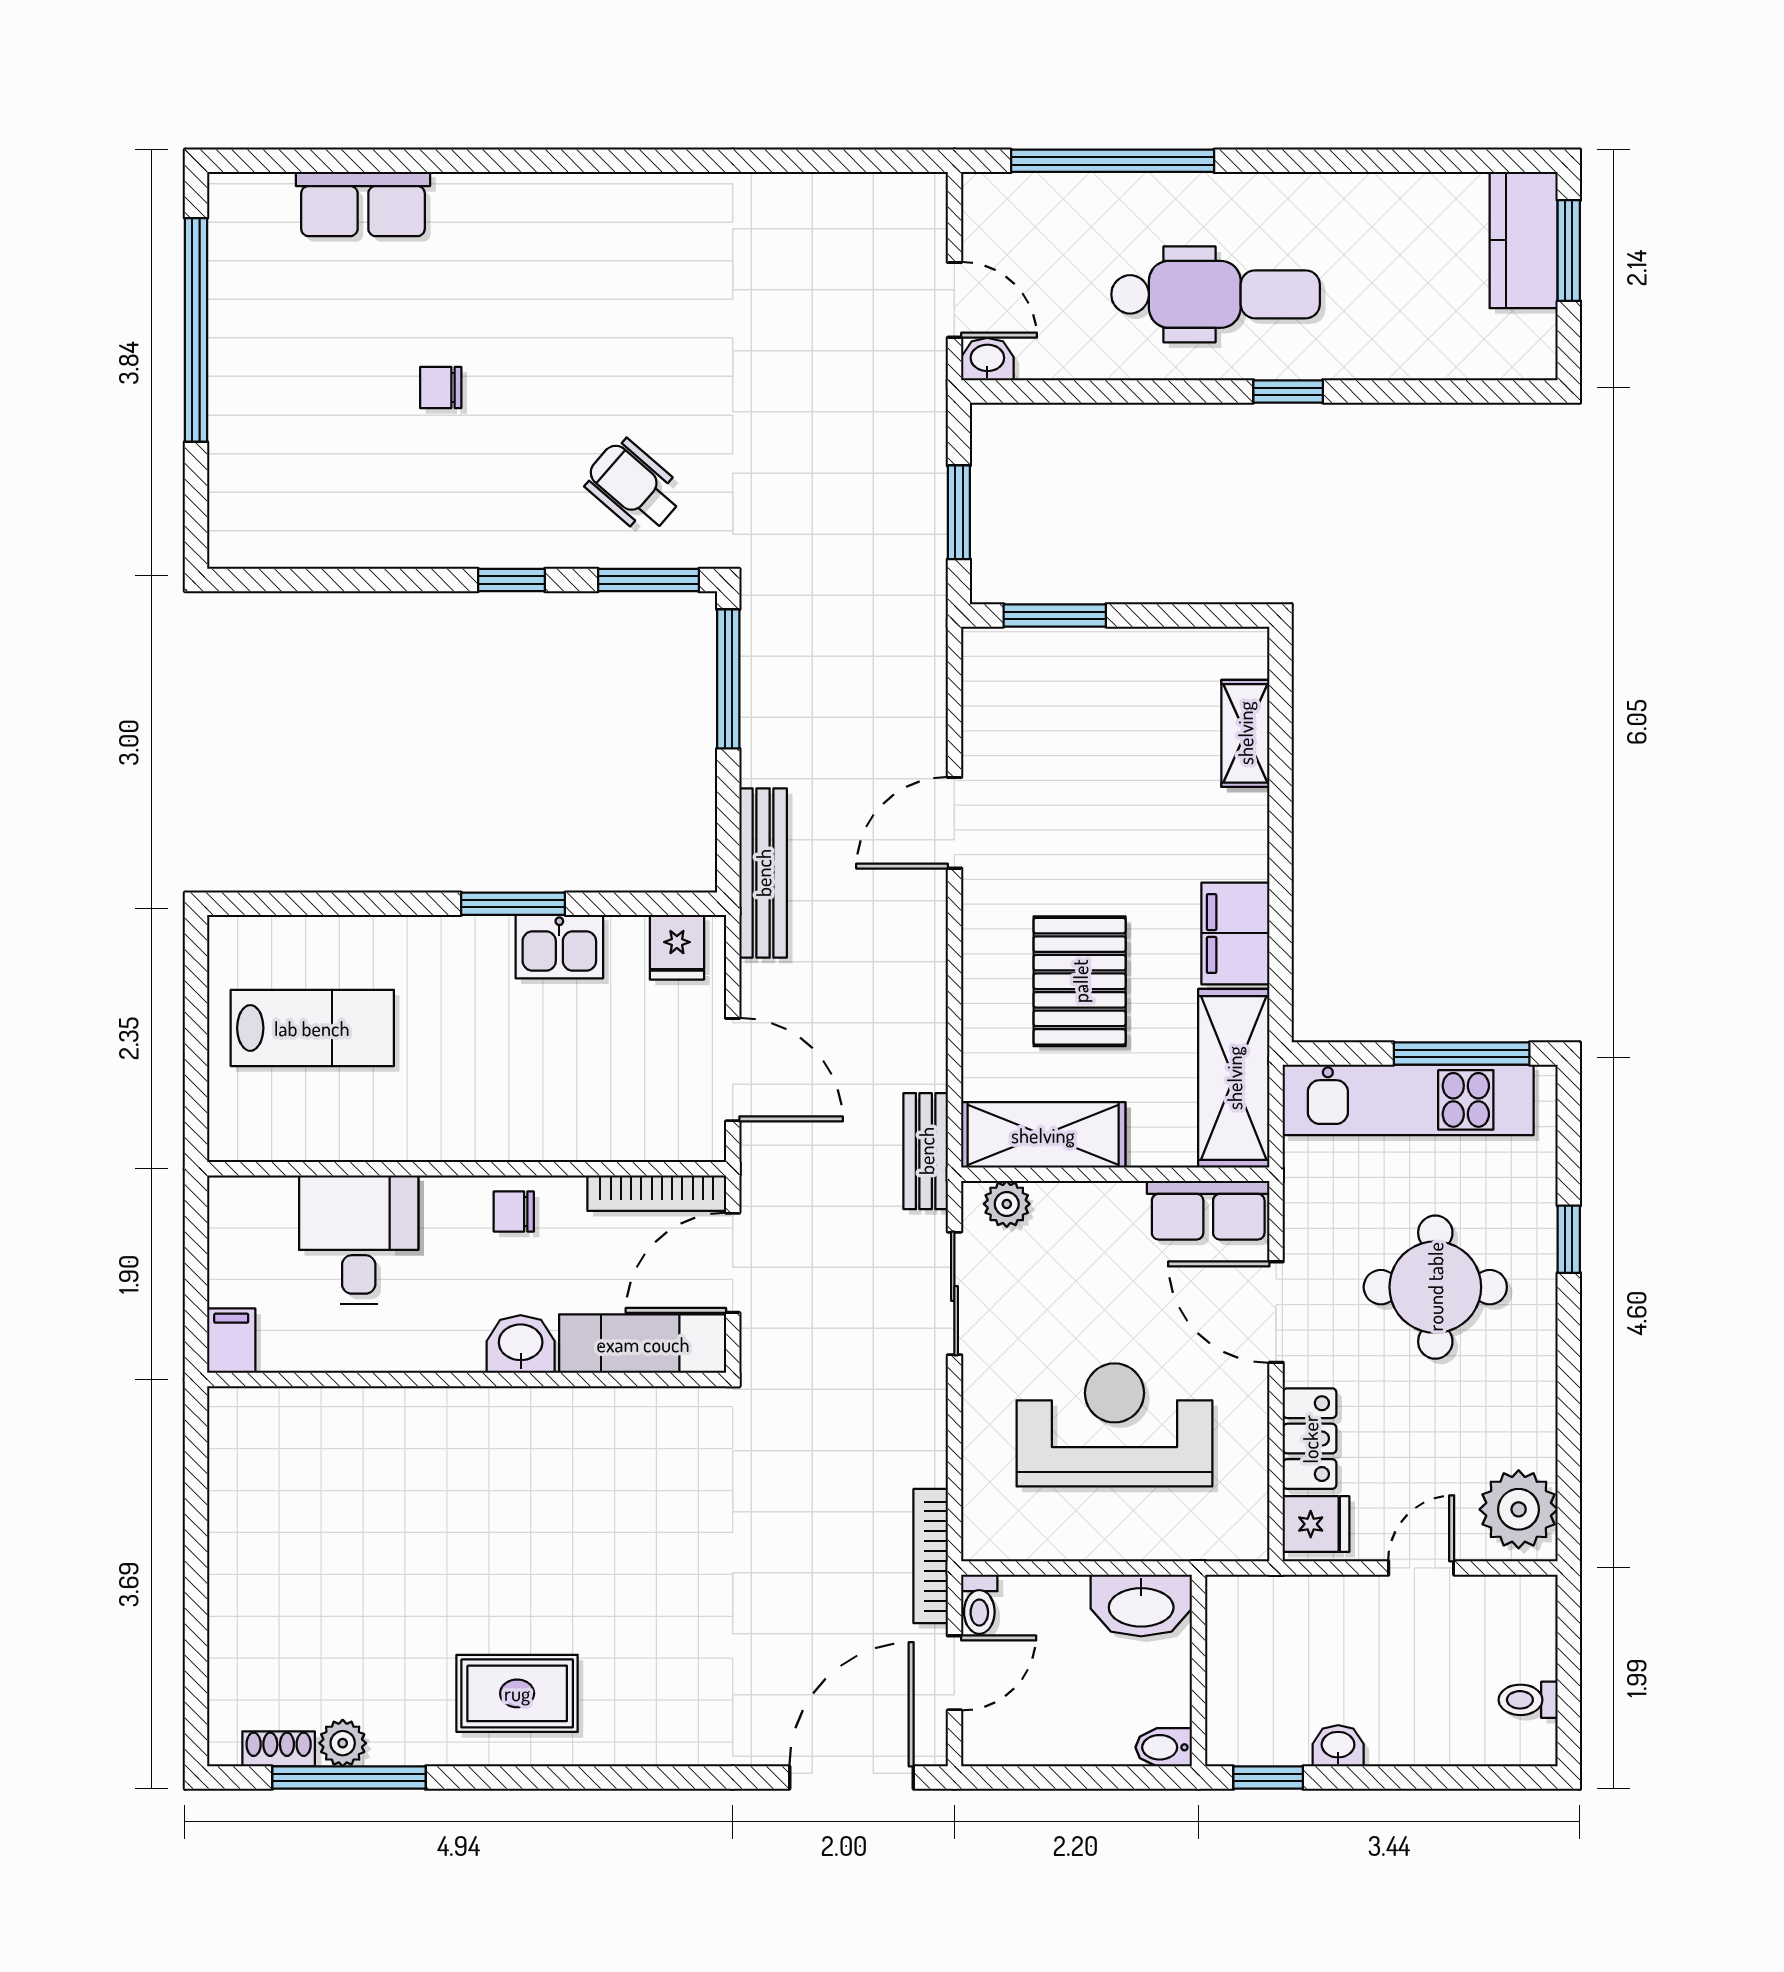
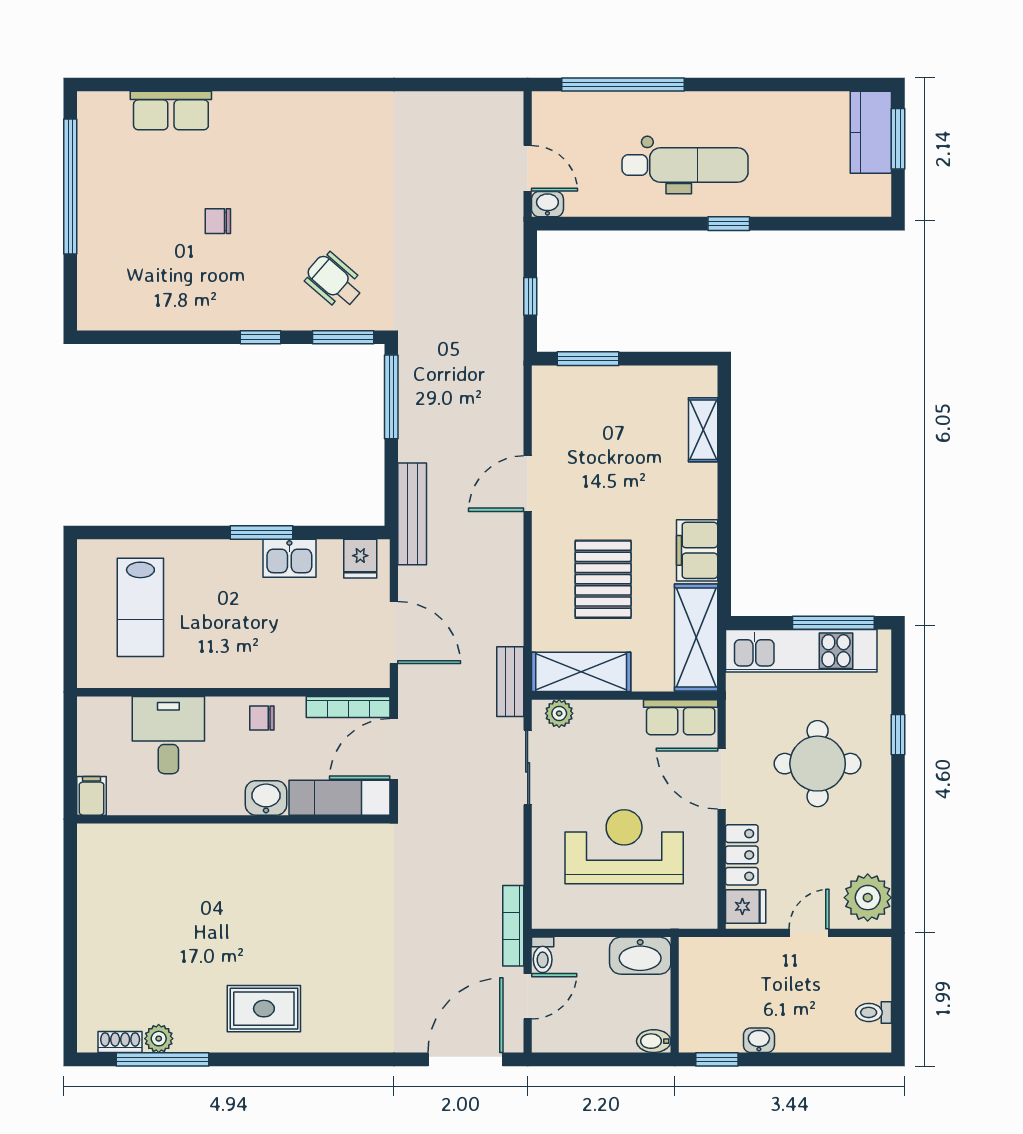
window: (959, 512) -> (530, 296), width x0.67
lab bench: (312, 1028) -> (140, 607), turned 90

